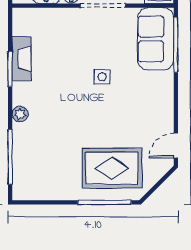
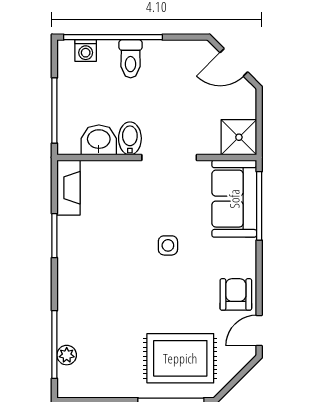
fireplace: (22, 59) -> (69, 188), moved
plant: (20, 114) -> (67, 355), moved
armchair: (157, 116) -> (236, 294), added

